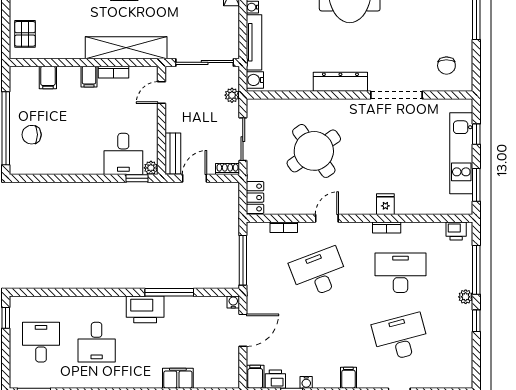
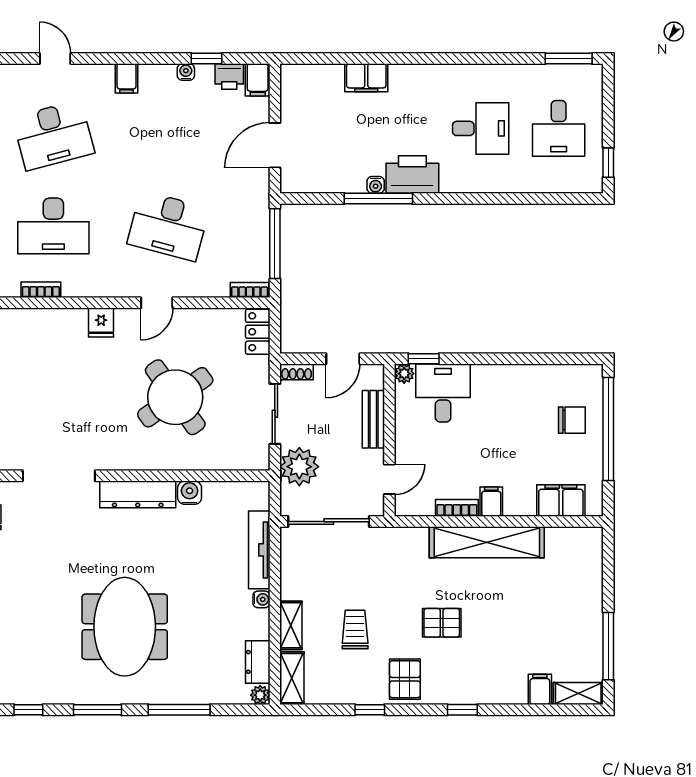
pallet: (25, 34) -> (581, 562), removed
shelving: (126, 48) -> (487, 542), moved
filing cabinet: (48, 77) -> (561, 501), width x2.00
water cooler: (255, 80) -> (190, 493), moved, turned -90
plant: (232, 95) -> (299, 467), width x1.87, depth x1.87
bench: (173, 153) -> (373, 419), moved
fridge: (385, 204) -> (101, 322), moved
bookcase: (284, 227) -> (250, 290), moved
bookcase: (387, 227) -> (41, 290), moved
desk: (319, 273) -> (168, 226), turned 36
water cooler: (233, 302) -> (376, 185), moved
desk: (97, 342) -> (481, 128), turned 90

